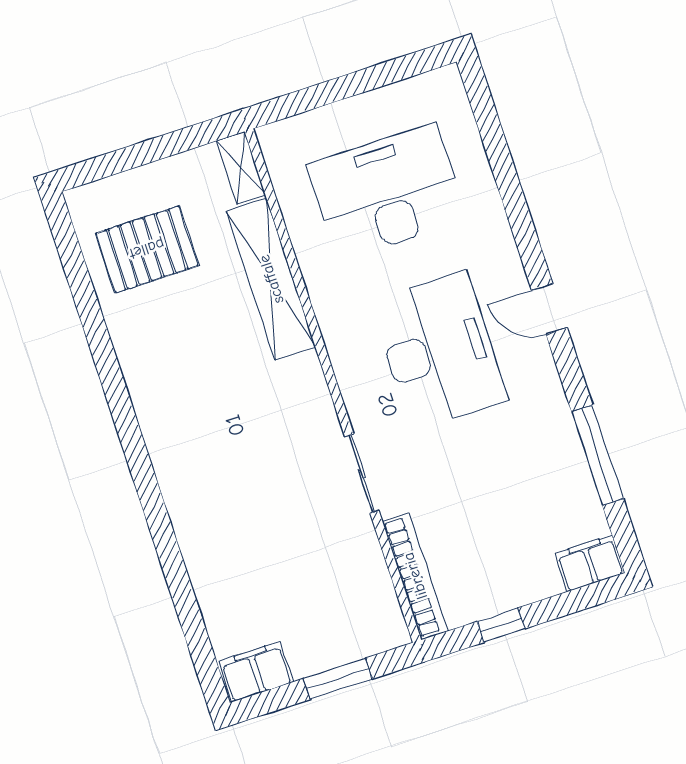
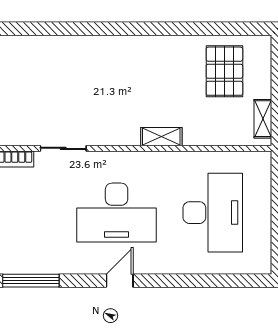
shelving: (241, 168) -> (263, 119), moved, turned 90
shelving: (271, 279) -> (161, 137), width x0.45, depth x0.75

